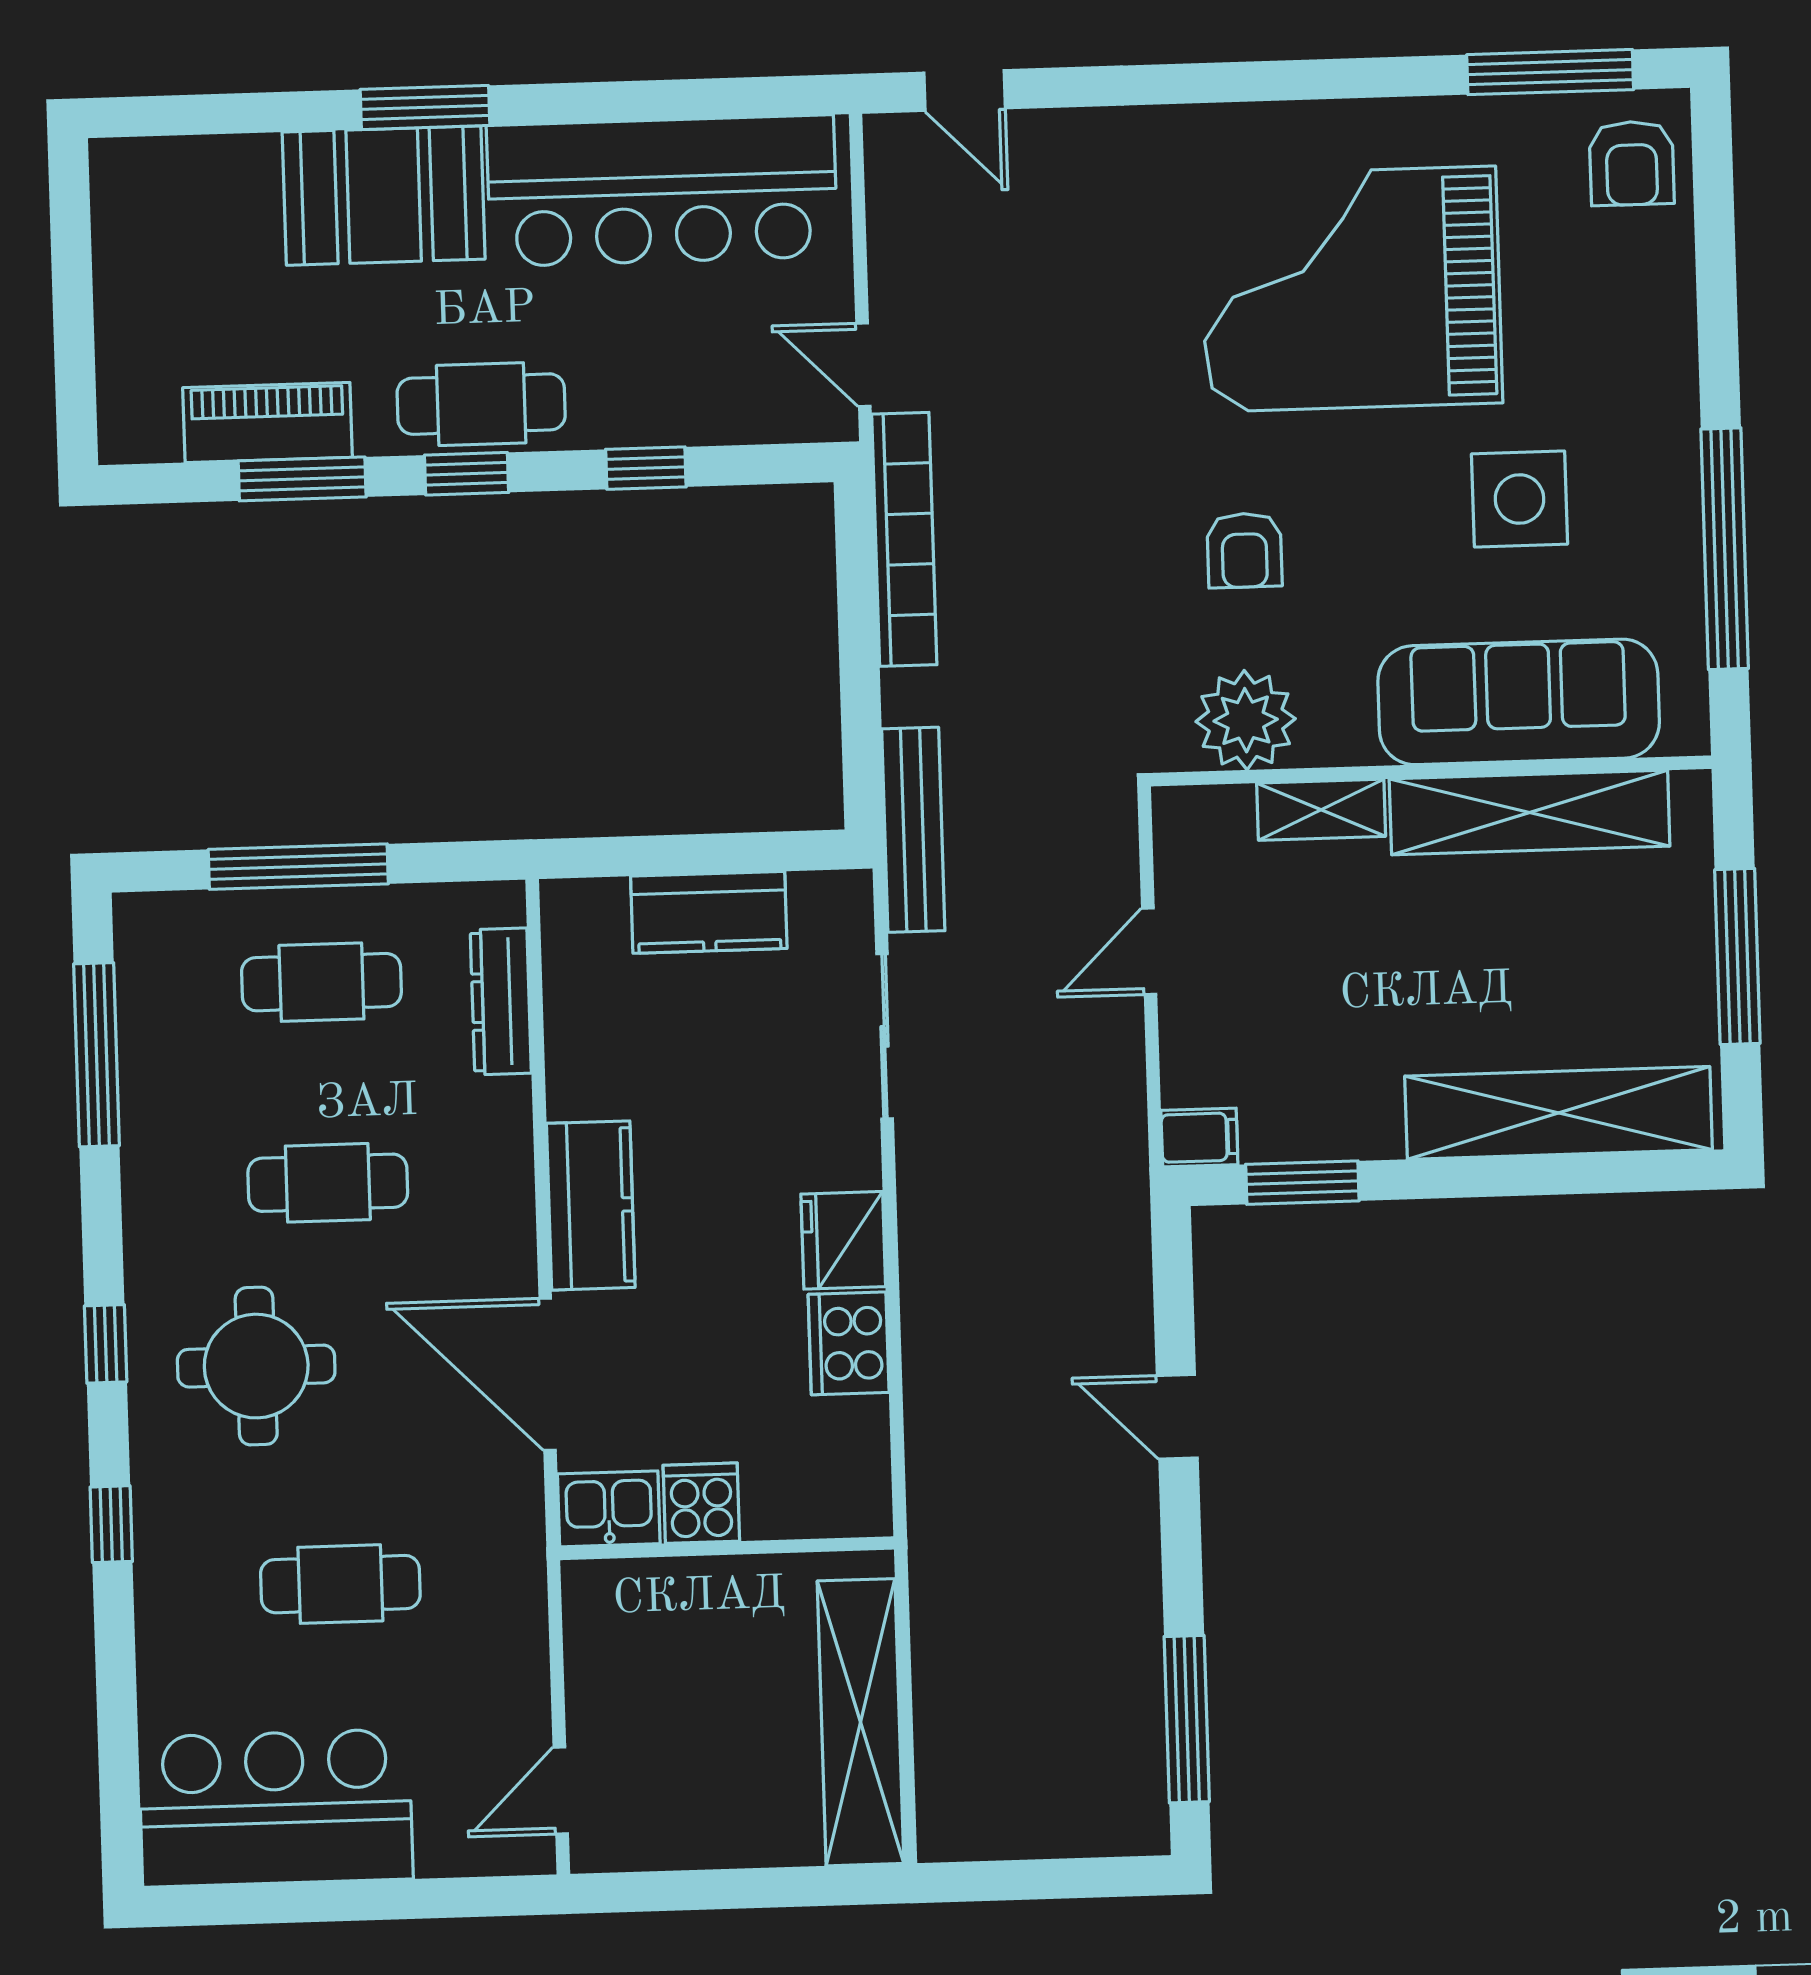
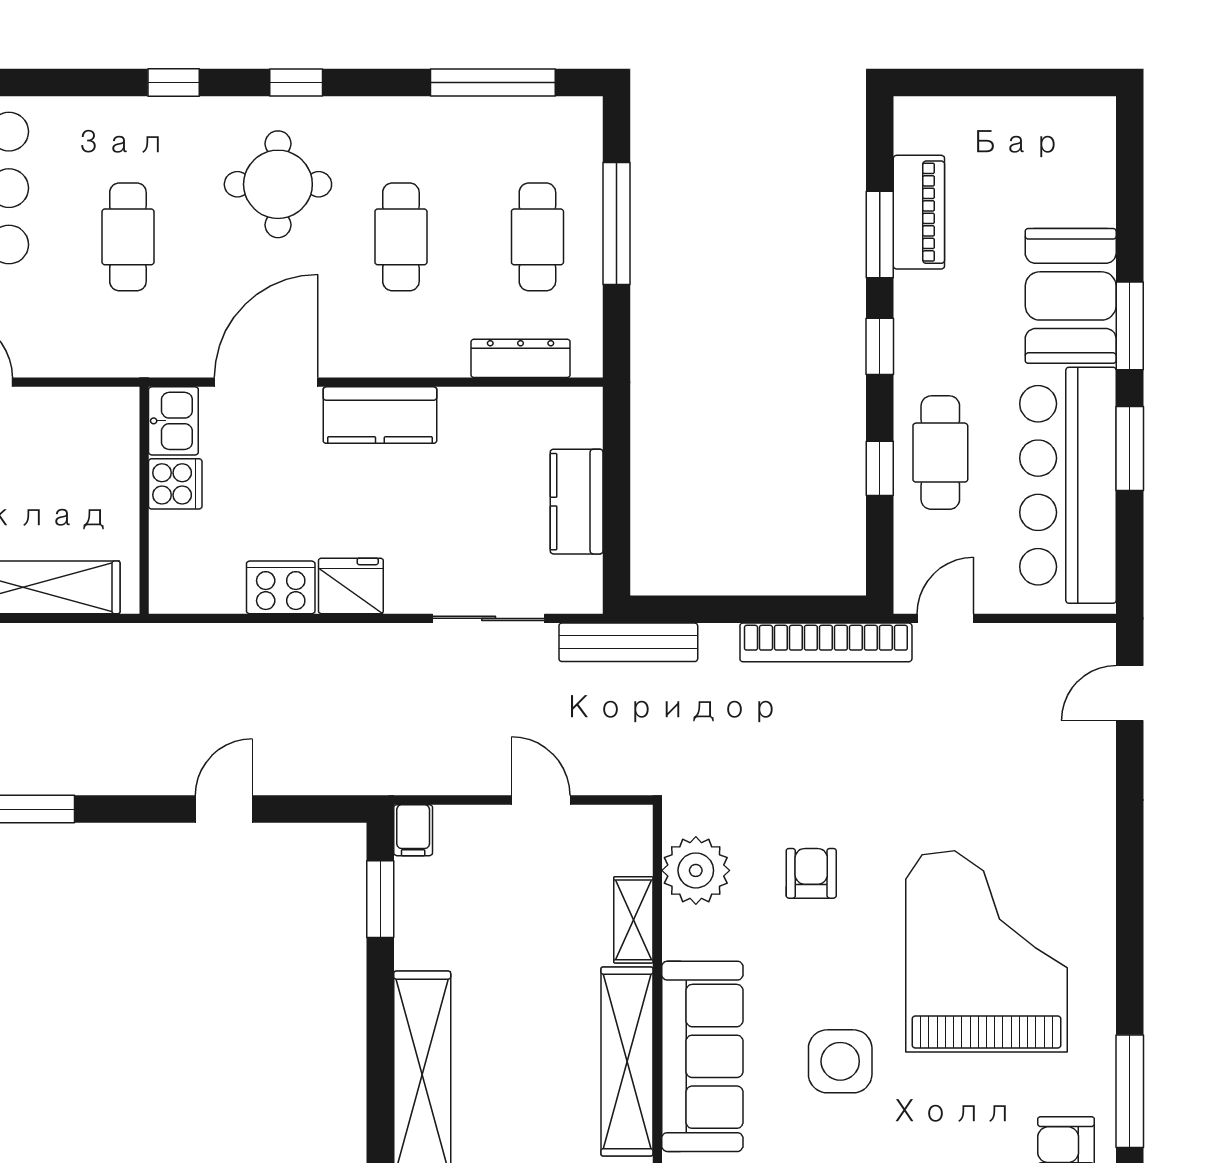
window: (605, 102) -> (1130, 449), added
cafe table: (481, 404) -> (940, 453), moved
armchair: (1244, 550) -> (811, 873), turned 90

